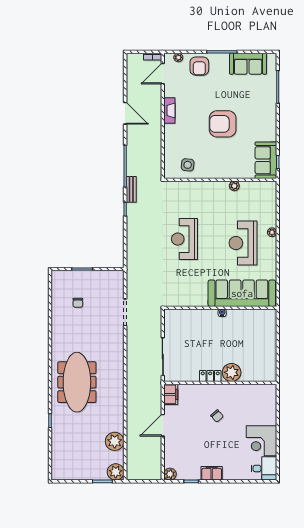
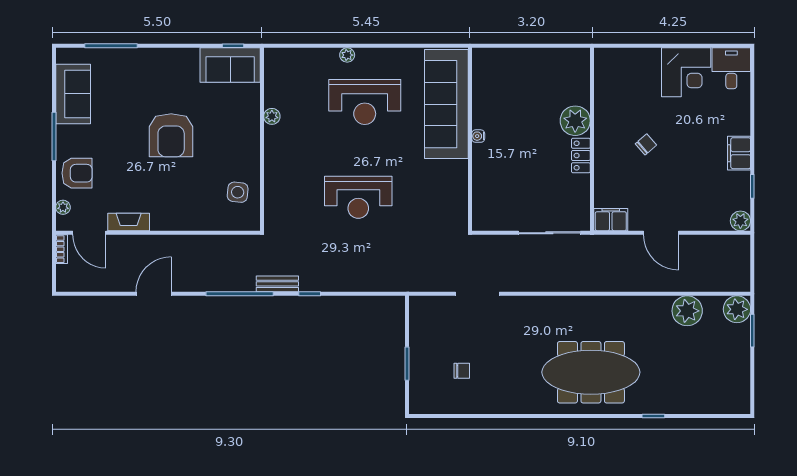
fireplace: (169, 110) -> (129, 222), moved

